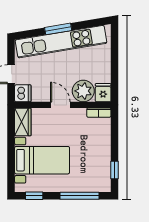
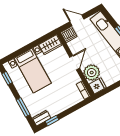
dresser: (105, 181) -> (41, 118), added
window: (80, 196) -> (23, 107), width x0.69

